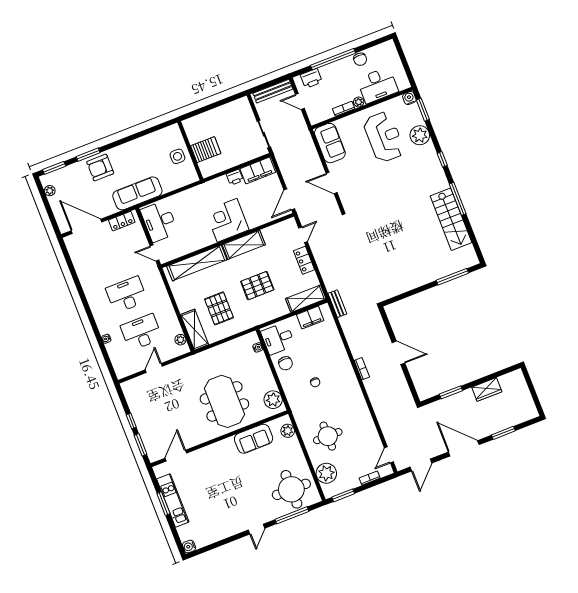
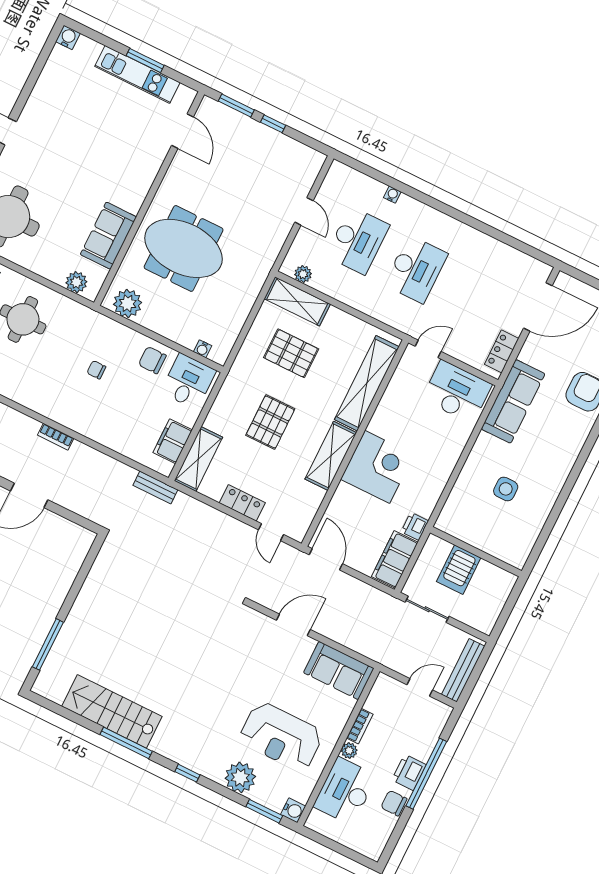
printer: (311, 78) -> (409, 772), moved
server rack: (206, 150) -> (459, 570), moved
wall: (190, 151) -> (476, 552), moved

